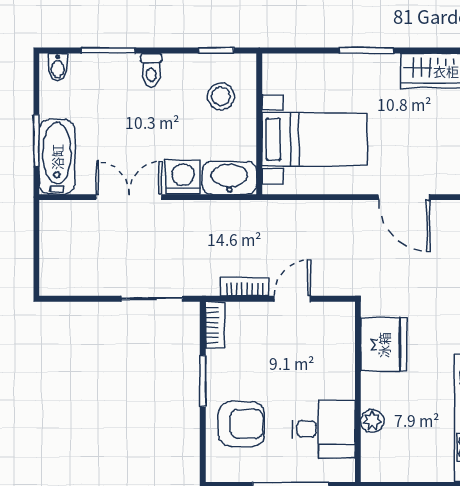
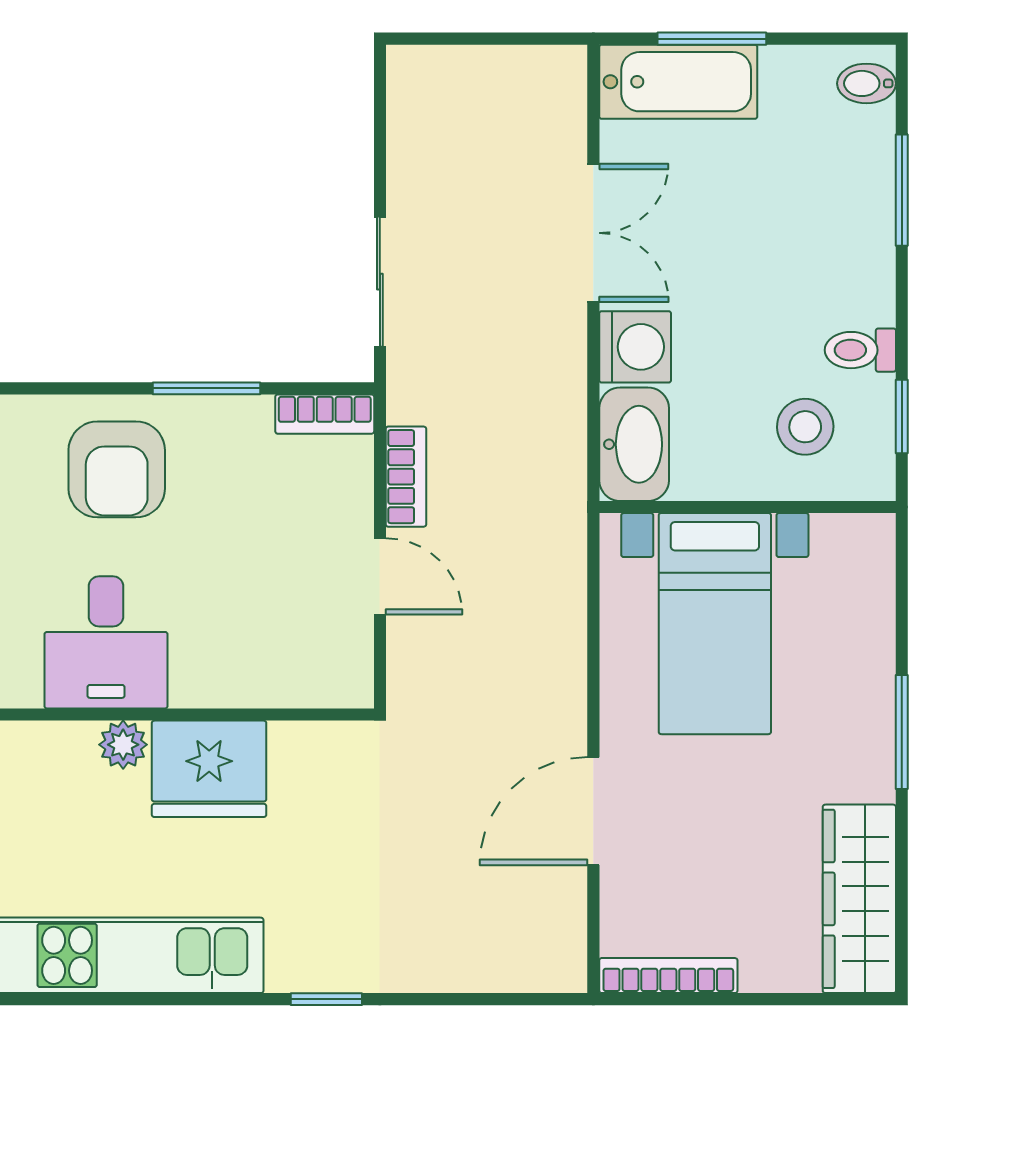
toilet: (151, 70) -> (860, 350), moved
fridge: (384, 345) -> (209, 769), moved

